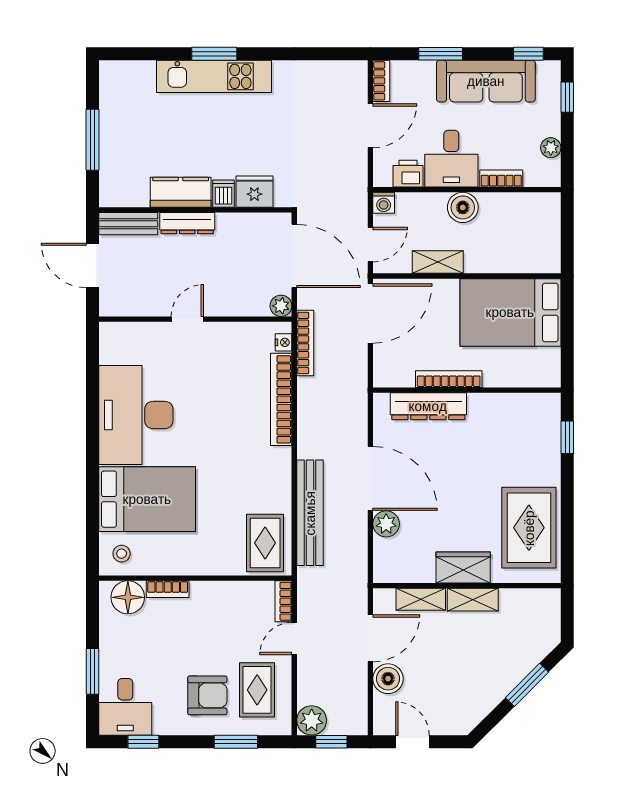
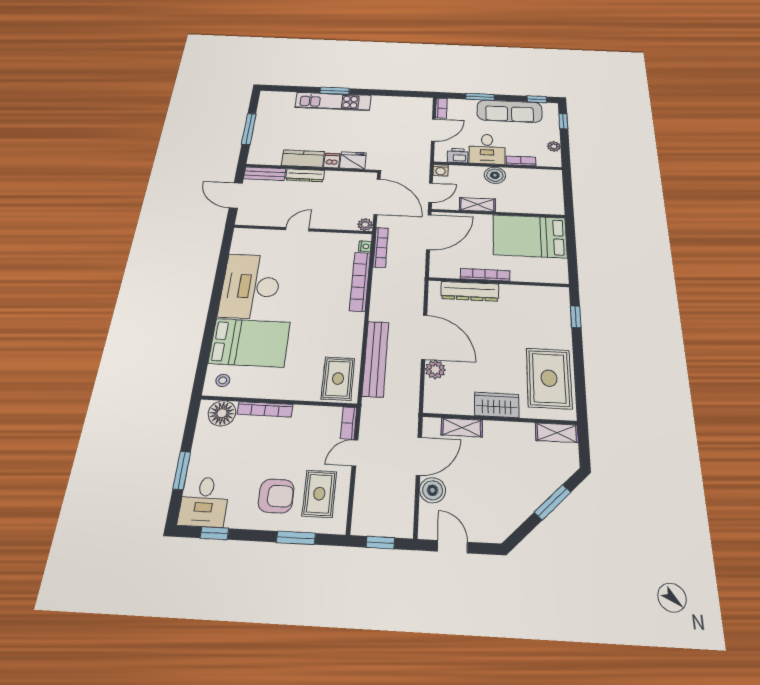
bookcase: (168, 589) -> (265, 409), width x1.56
shelving: (473, 600) -> (557, 433), moved
plant: (312, 720) -> (364, 523), removed

